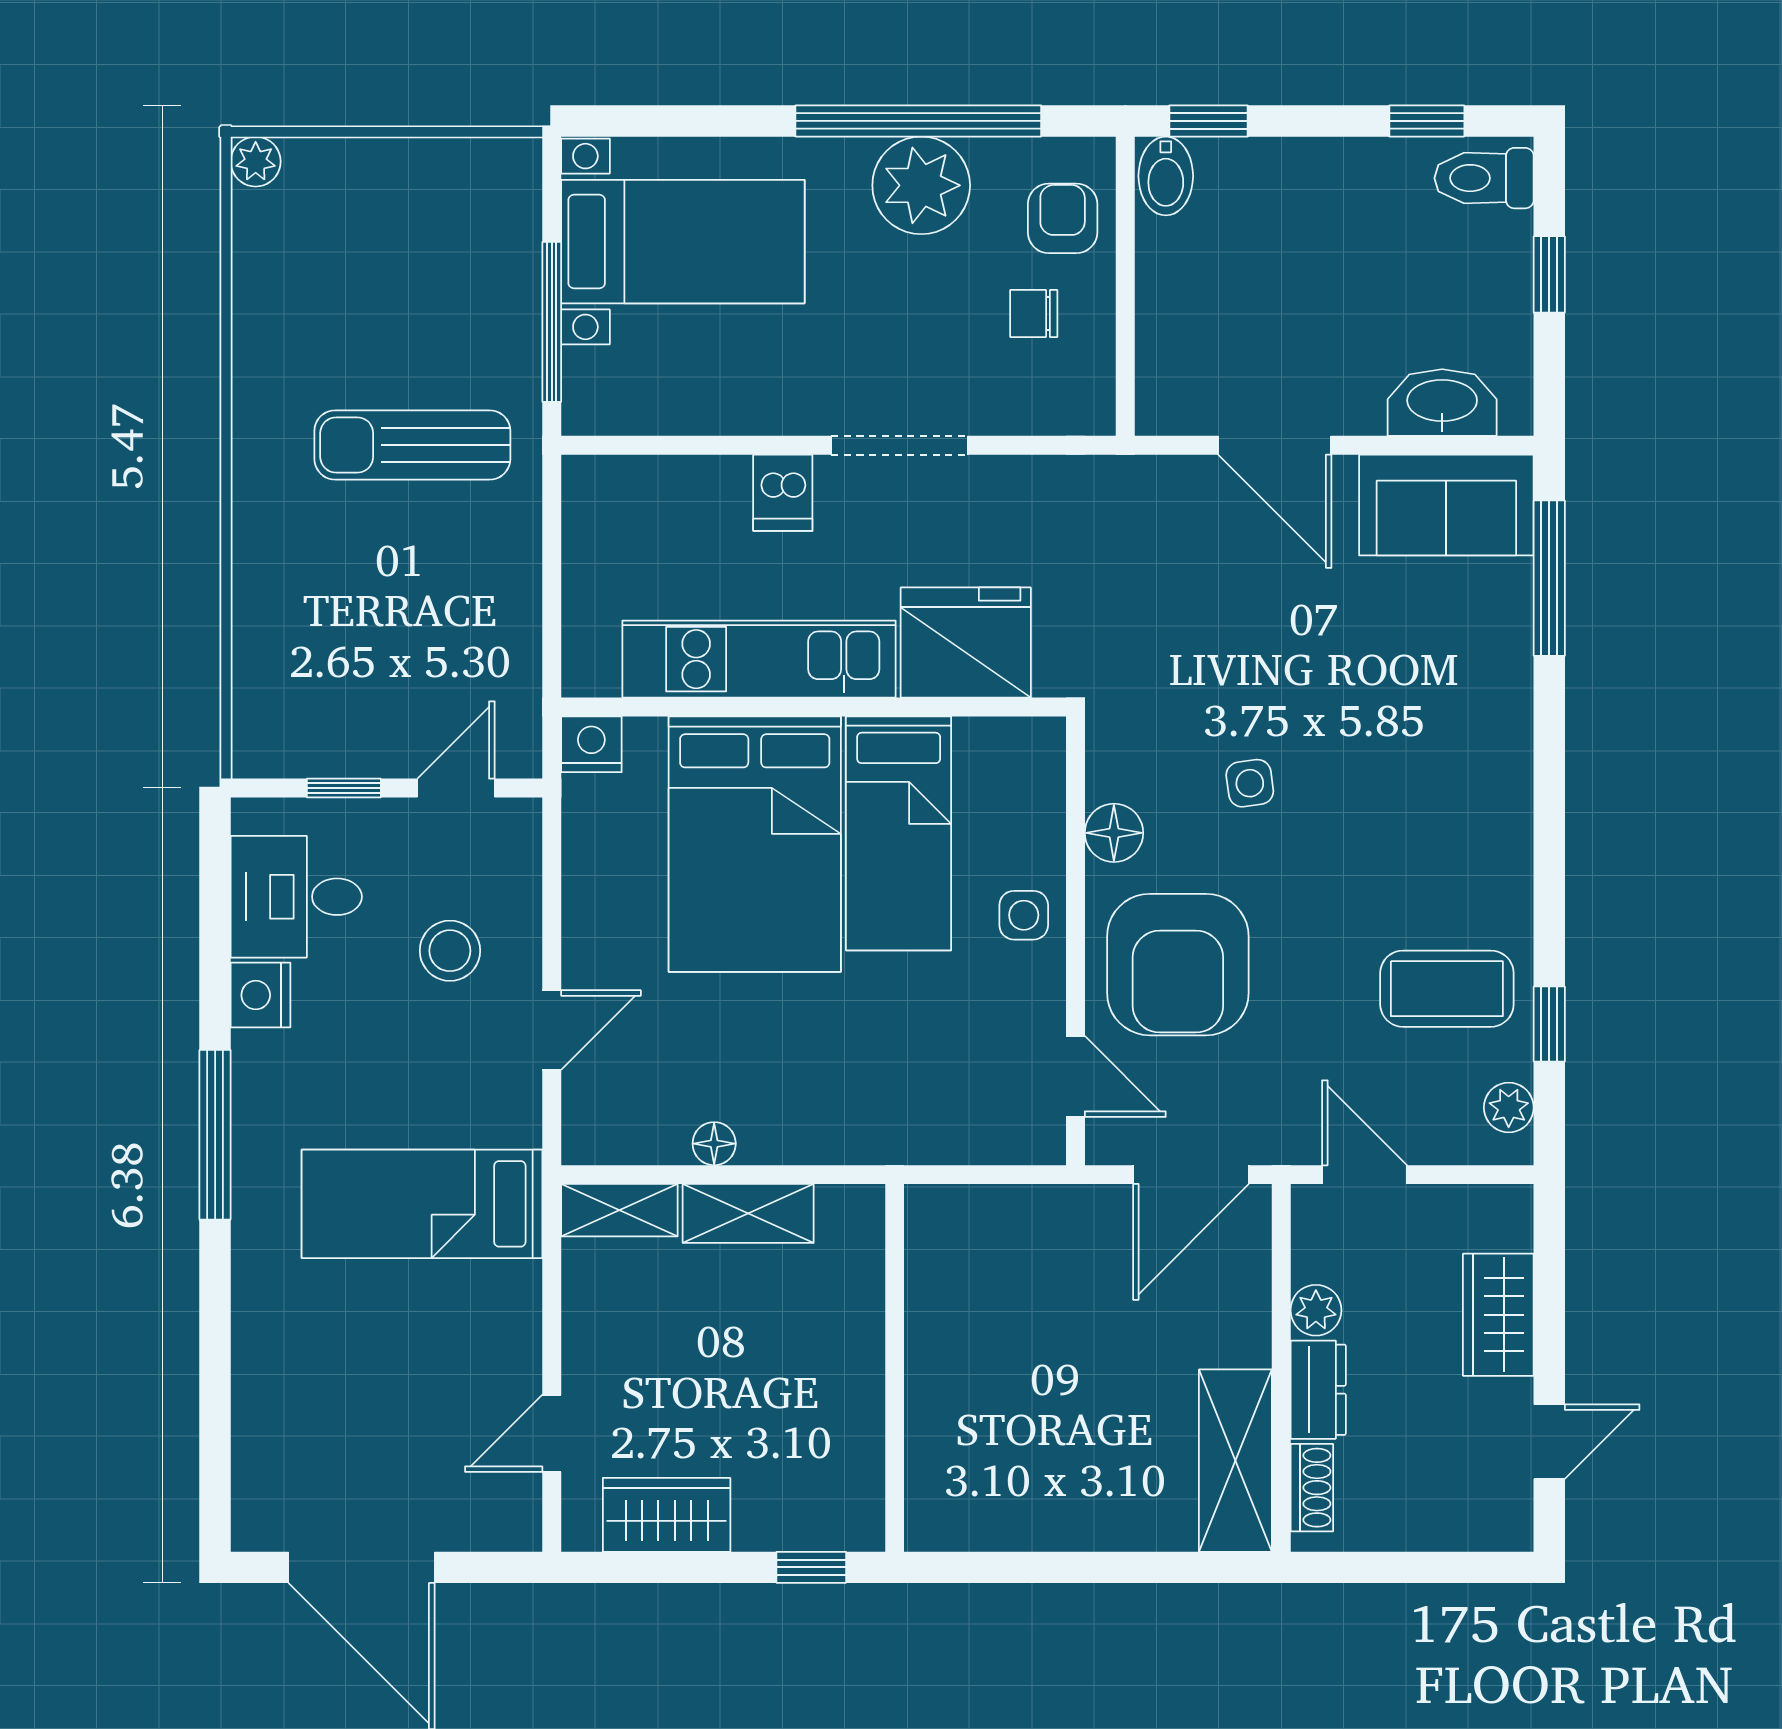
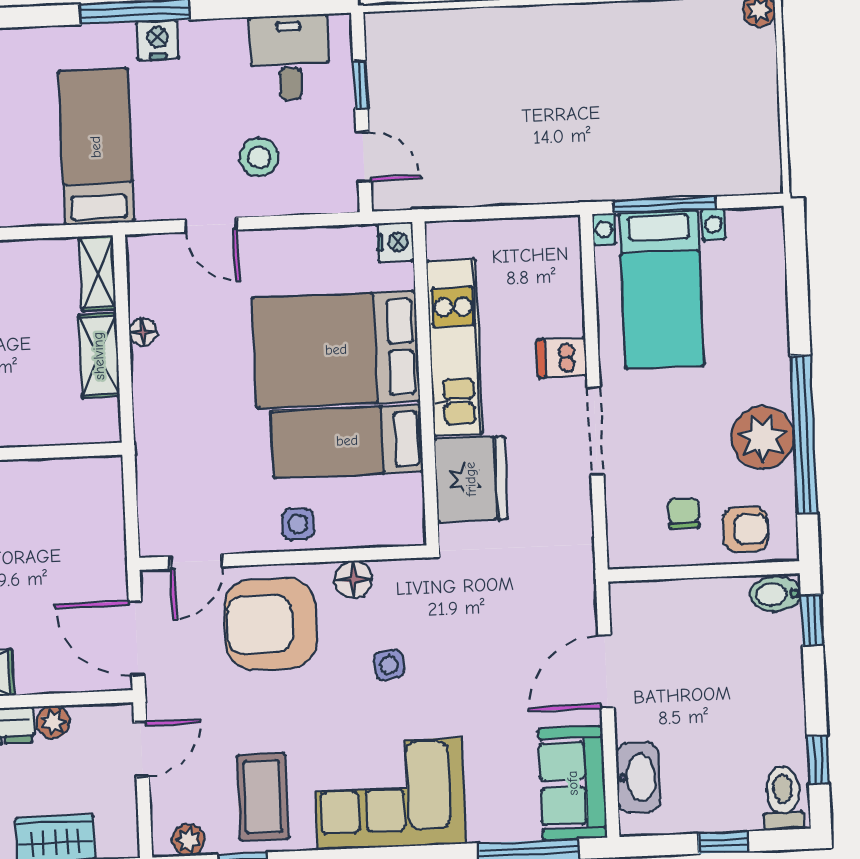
bed with nightstands: (683, 242) -> (661, 289), moved
sun lounger: (412, 445) -> (582, 119), removed
corner sofa: (1451, 791) -> (390, 794), added
nightstand: (260, 995) -> (158, 40), moved

